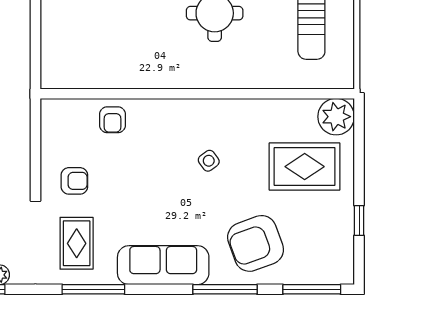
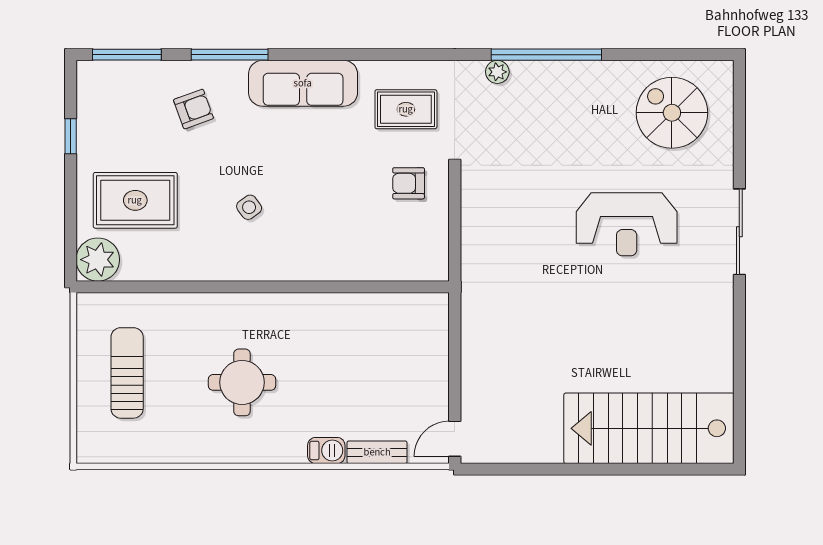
armchair: (112, 120) -> (363, 256), removed
rug: (77, 243) -> (406, 109), turned 90
armchair: (256, 243) -> (193, 109), width x0.53, depth x0.53
window: (93, 289) -> (386, 55), removed

